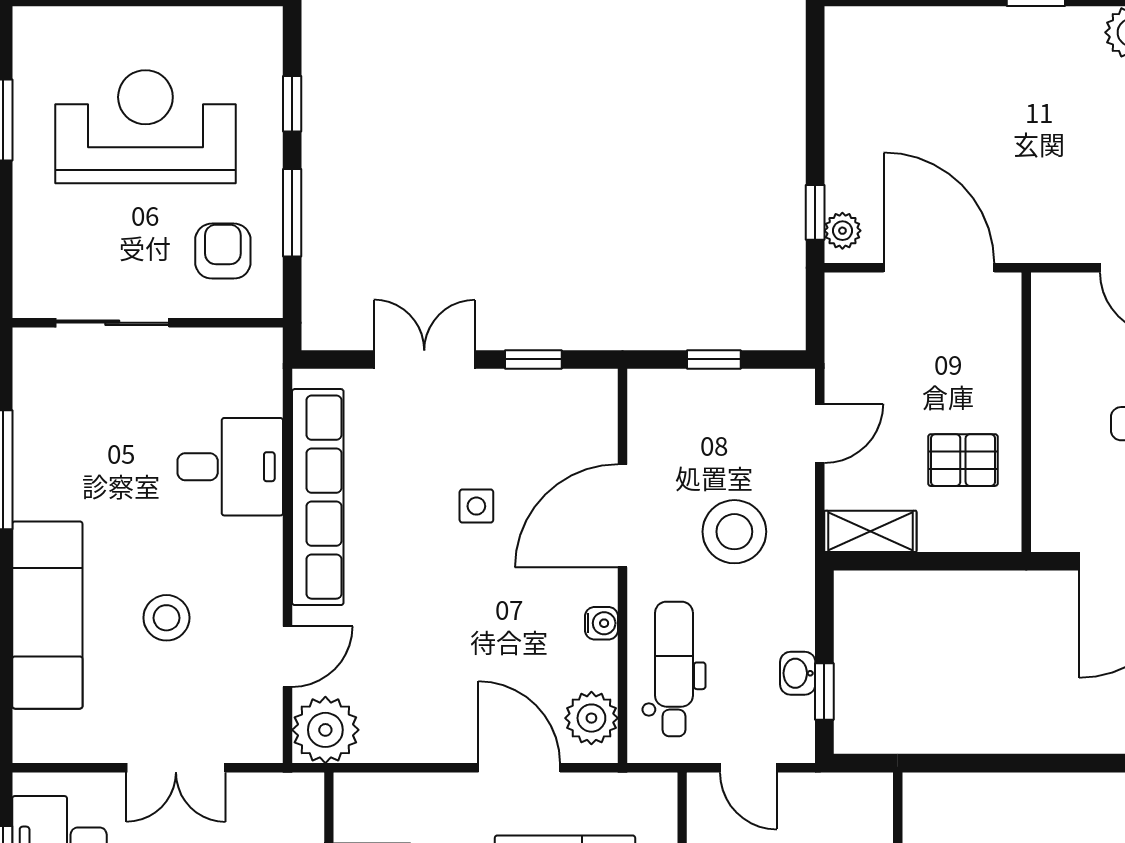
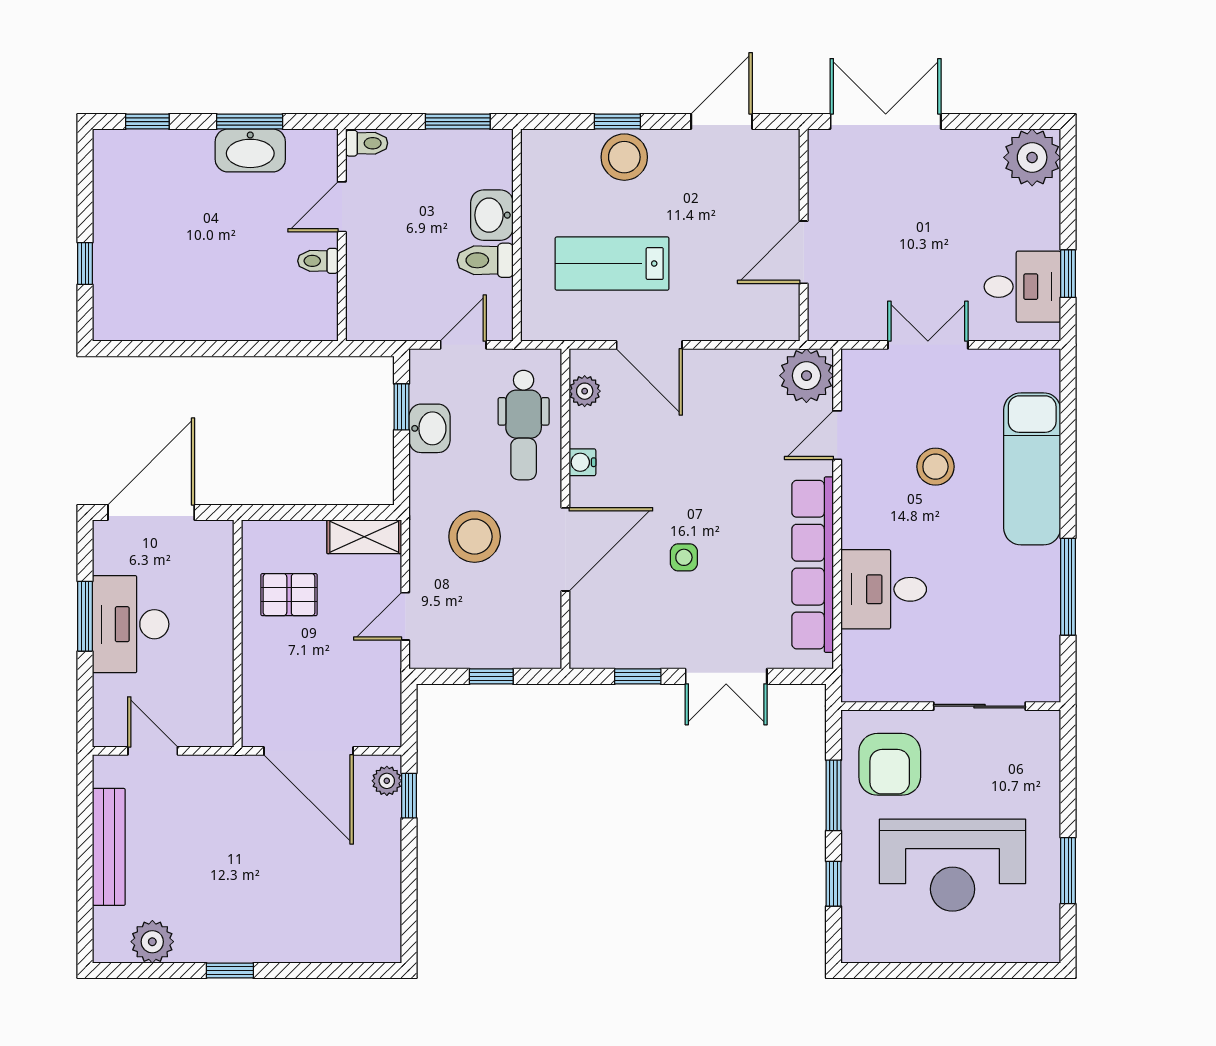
armchair: (223, 251) -> (890, 764), width x1.38, depth x1.38
washbasin: (798, 673) -> (430, 428), width x1.38, depth x1.45
plant: (591, 718) -> (585, 391), width x0.73, depth x0.73
door: (748, 768) -> (463, 345), hinge flipped

